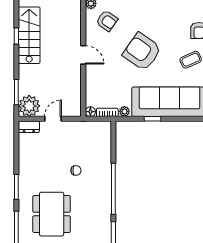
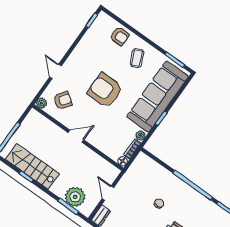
armchair: (142, 52) -> (105, 90), turned 55
plant: (29, 106) -> (75, 197), moved

